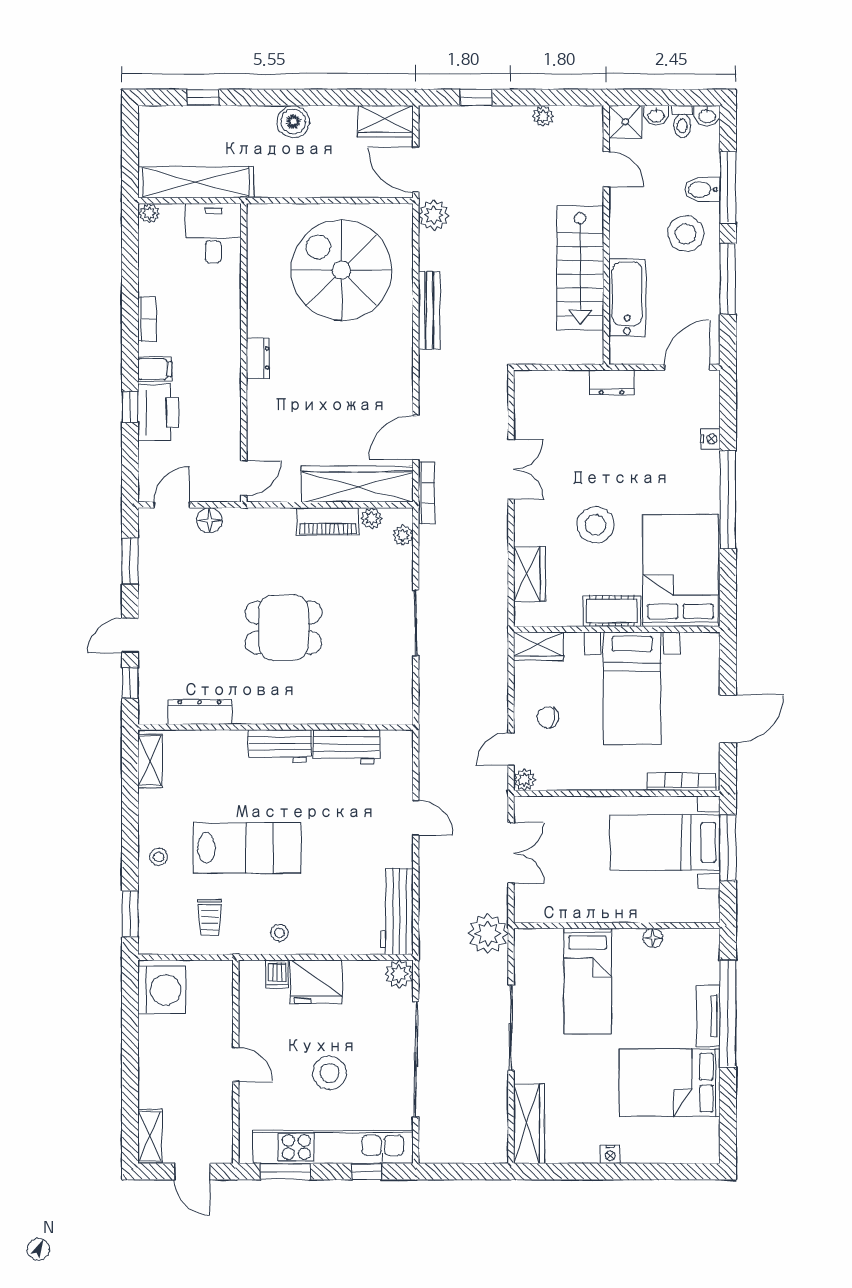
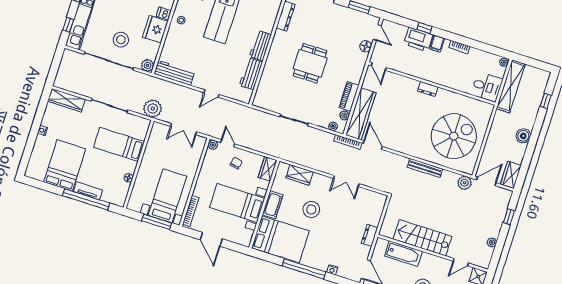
stool: (329, 1073) -> (121, 40), moved

